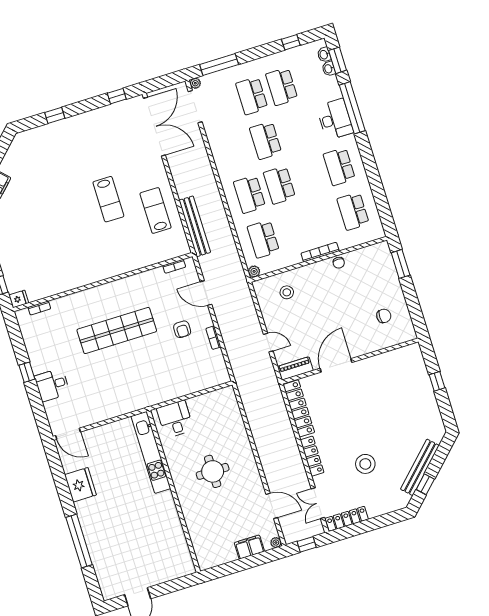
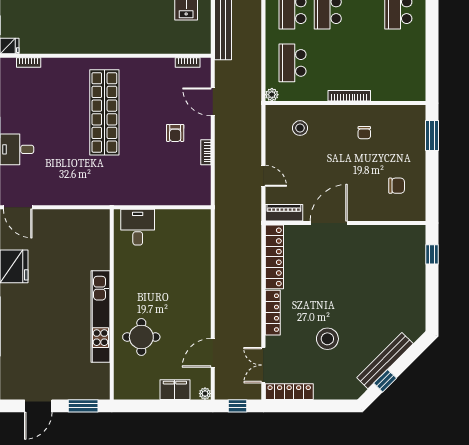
school desk: (353, 211) -> (398, 63), removed
chair: (339, 263) -> (364, 133), moved
shop shelf: (117, 330) -> (104, 112), turned 90
window: (437, 381) -> (432, 254), moved
kitchen unit: (151, 452) -> (100, 317), moved
round table: (213, 471) -> (141, 337), moved
door: (272, 506) -> (213, 353), swing flipped
window: (176, 585) -> (83, 406), added

